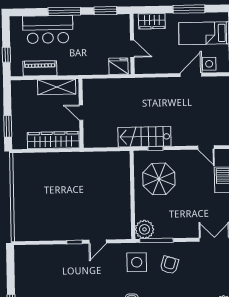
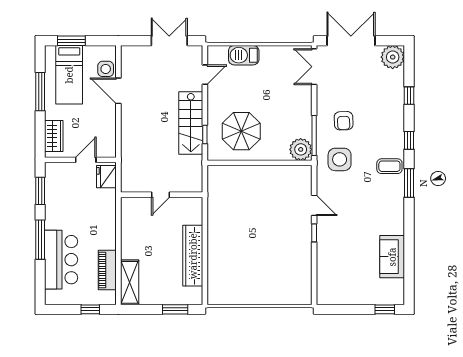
shelving: (57, 87) -> (130, 282), moved
door: (81, 113) -> (161, 195), moved
wall: (81, 113) -> (162, 195), moved
stairs: (144, 137) -> (191, 123), moved
armchair: (169, 265) -> (344, 121), turned -109

